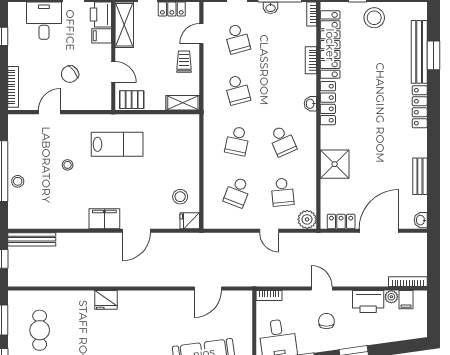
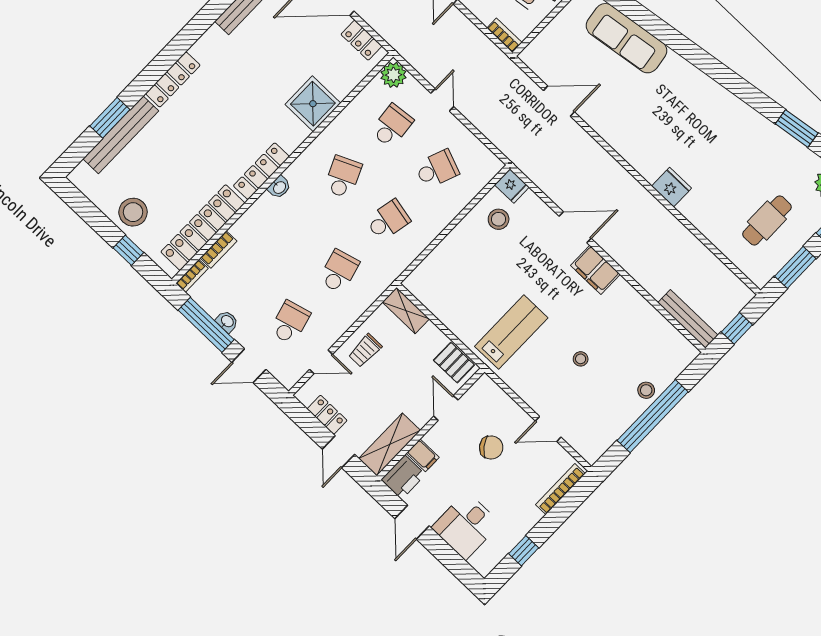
bookcase: (311, 60) -> (219, 249), moved
lab bench: (117, 144) -> (511, 332), turned 90

